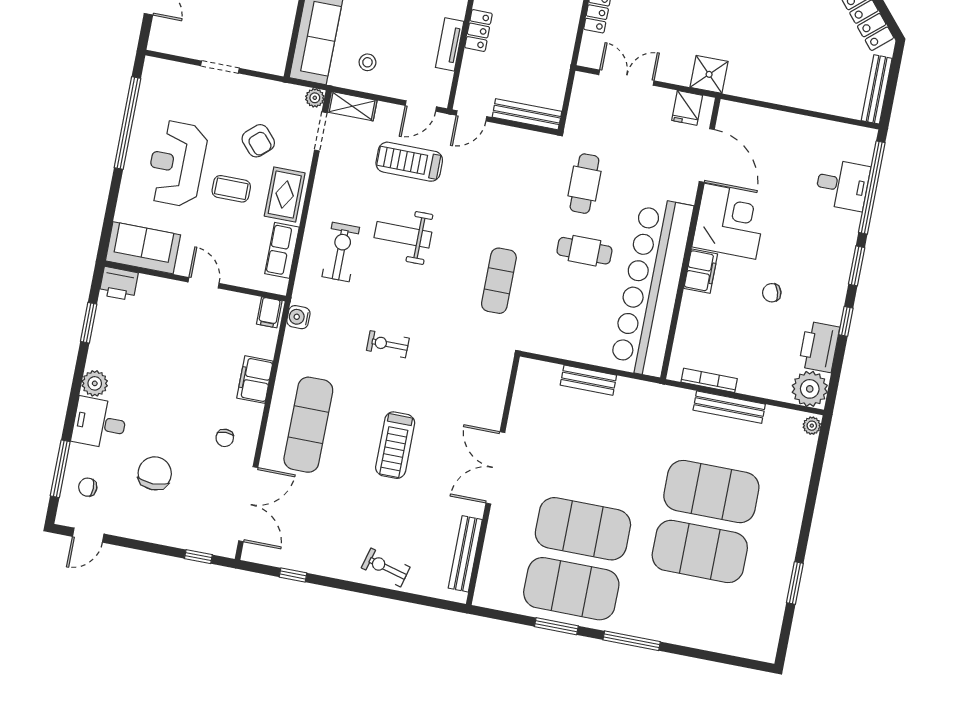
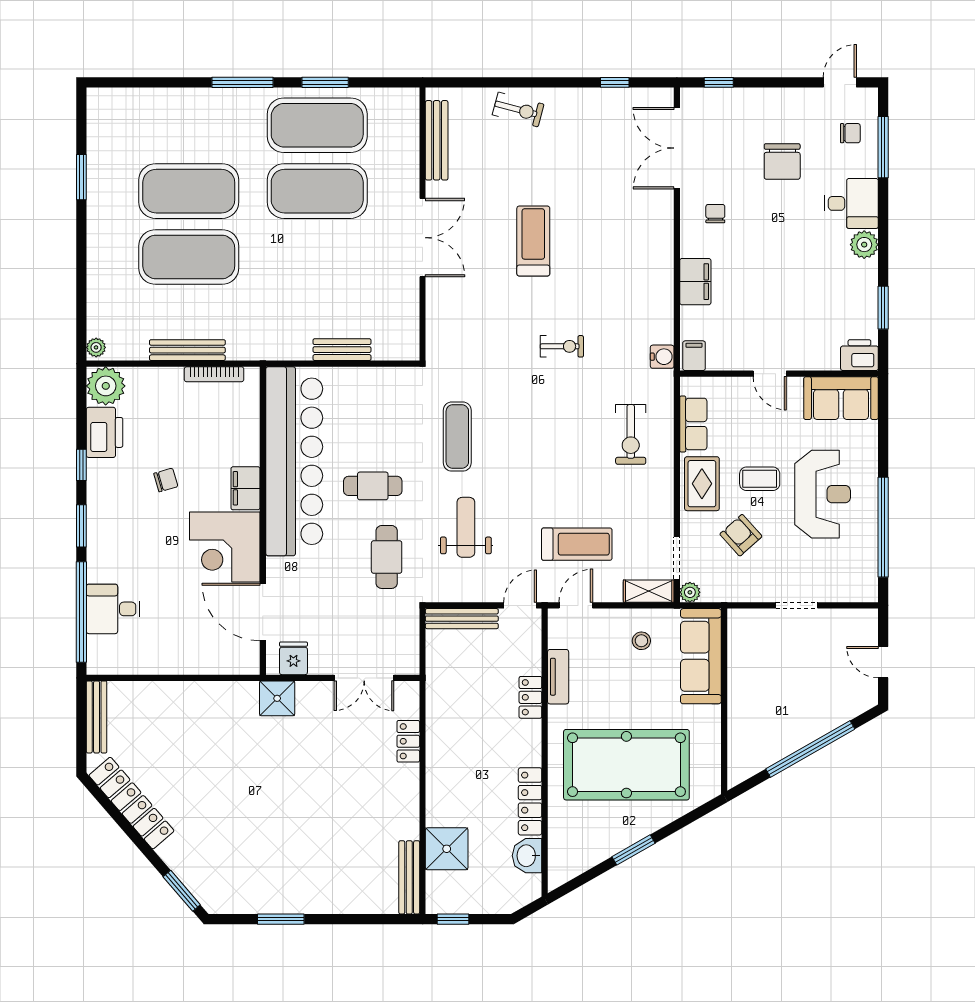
weight bench: (403, 235) -> (466, 527), moved, turned -90
exercise mat: (308, 425) -> (629, 245), removed

